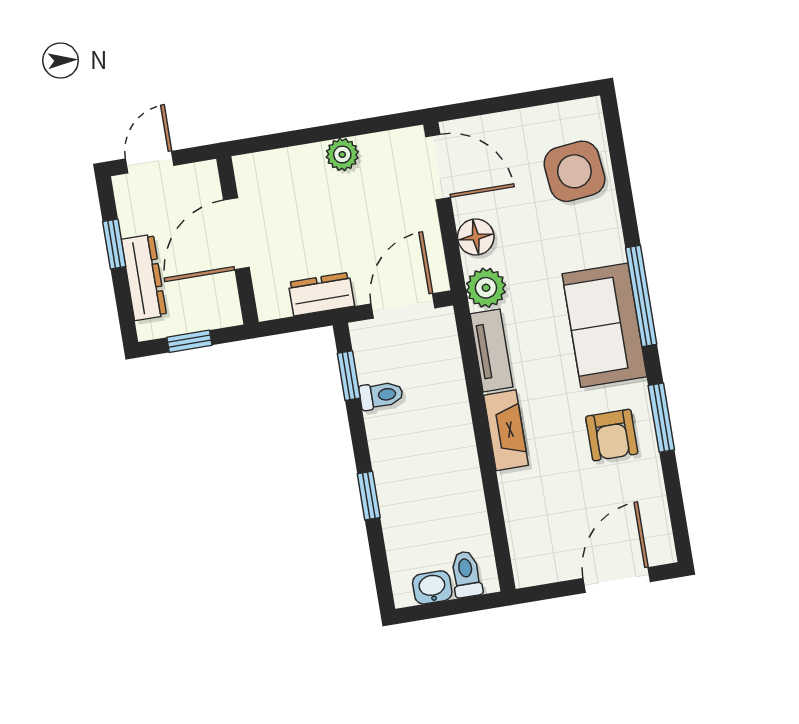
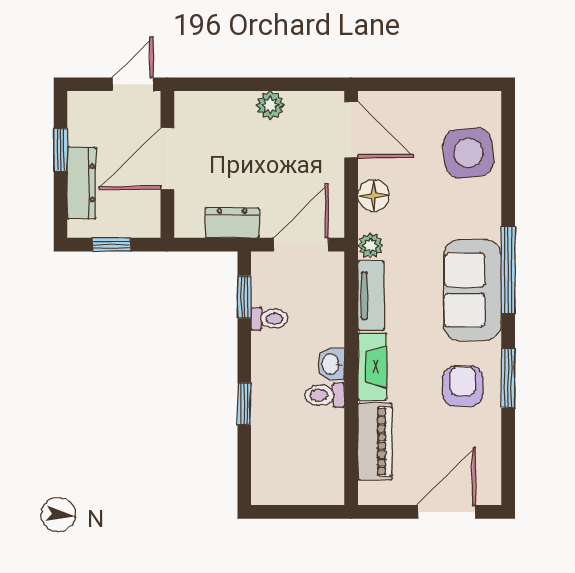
door: (150, 162) -> (133, 84), moved
plant: (486, 288) -> (371, 246), width x0.73, depth x0.73
armchair: (612, 435) -> (463, 386), turned 180
piano: (523, 514) -> (375, 441), added
toilet: (466, 574) -> (325, 395), moved, turned -90
washbasin: (432, 587) -> (331, 364), moved, turned -90

